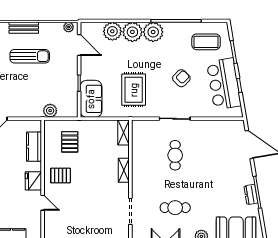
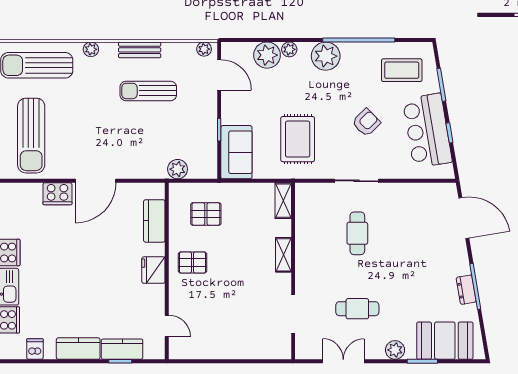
plant: (132, 32) -> (289, 49), width x0.53, depth x0.53
sun lounger: (30, 56) -> (148, 91), turned 180
pallet: (70, 142) -> (206, 214), turned 90
door: (43, 203) -> (167, 326), moved

